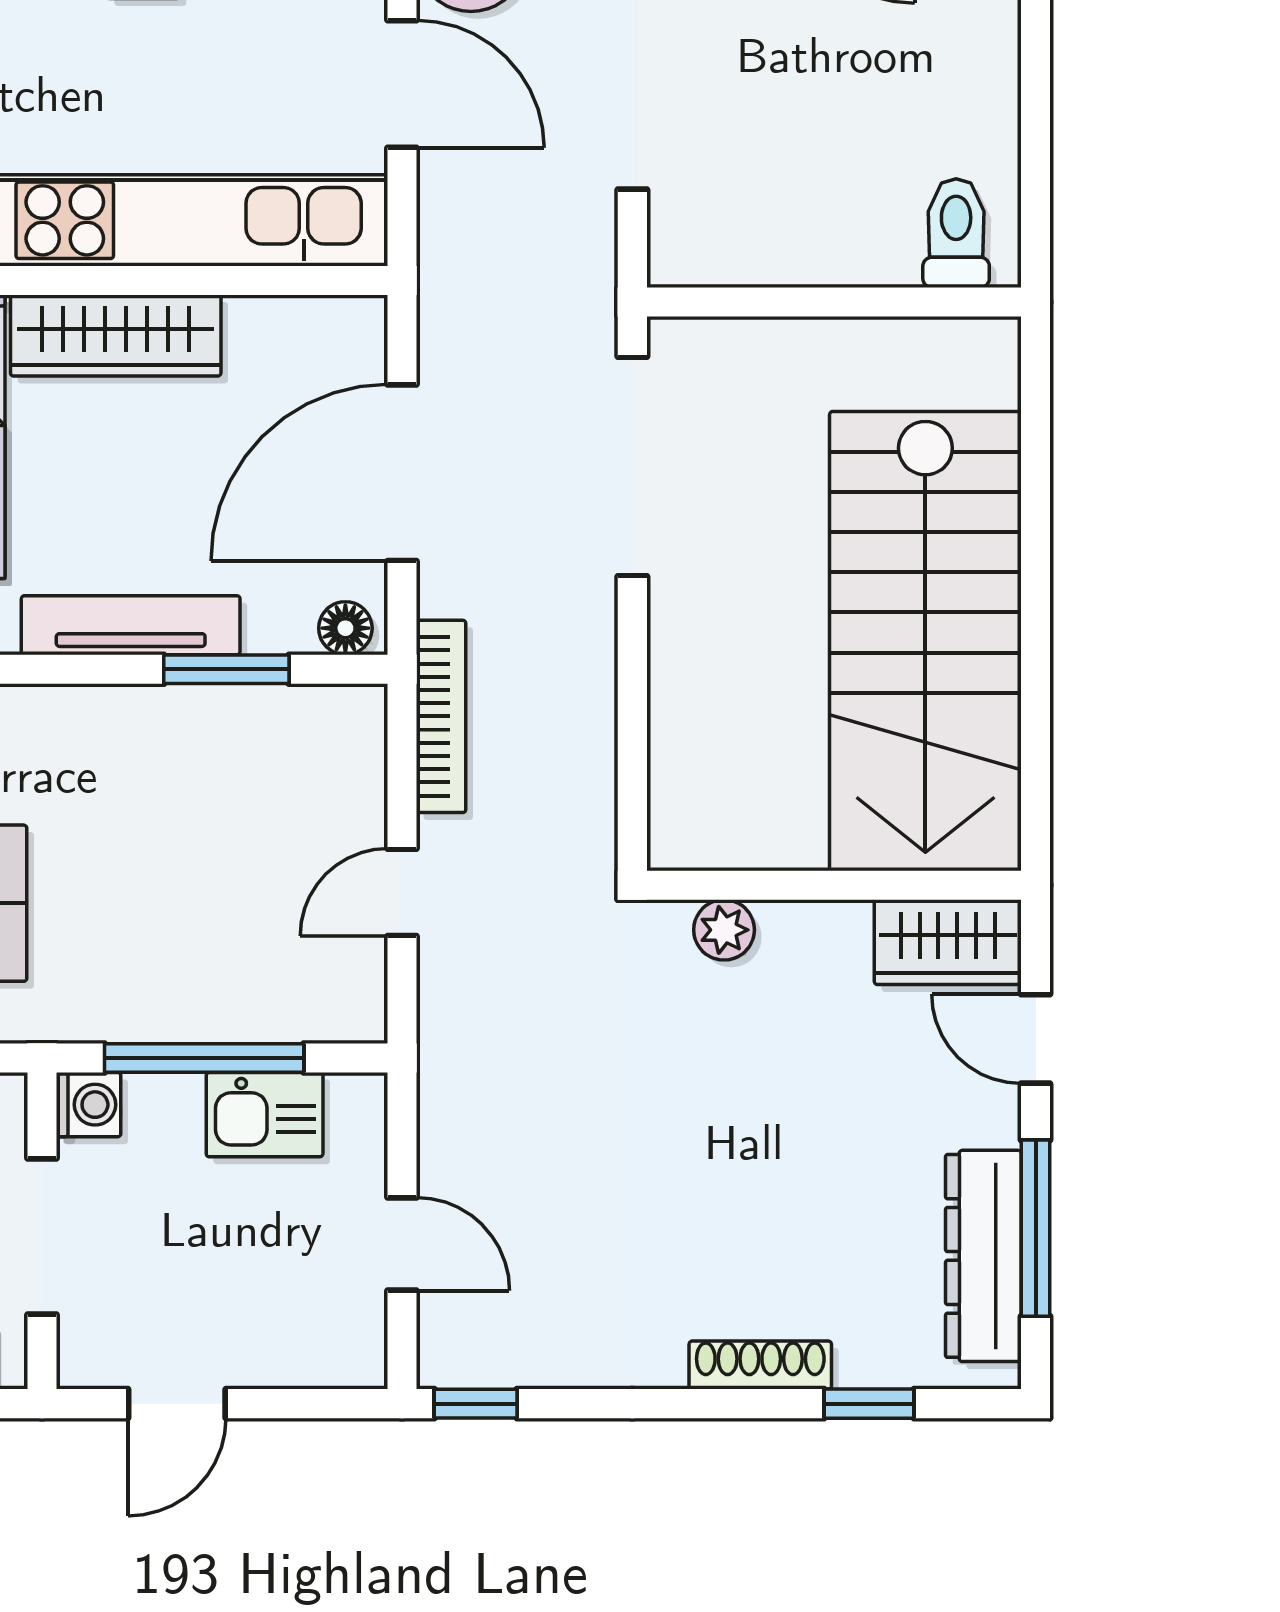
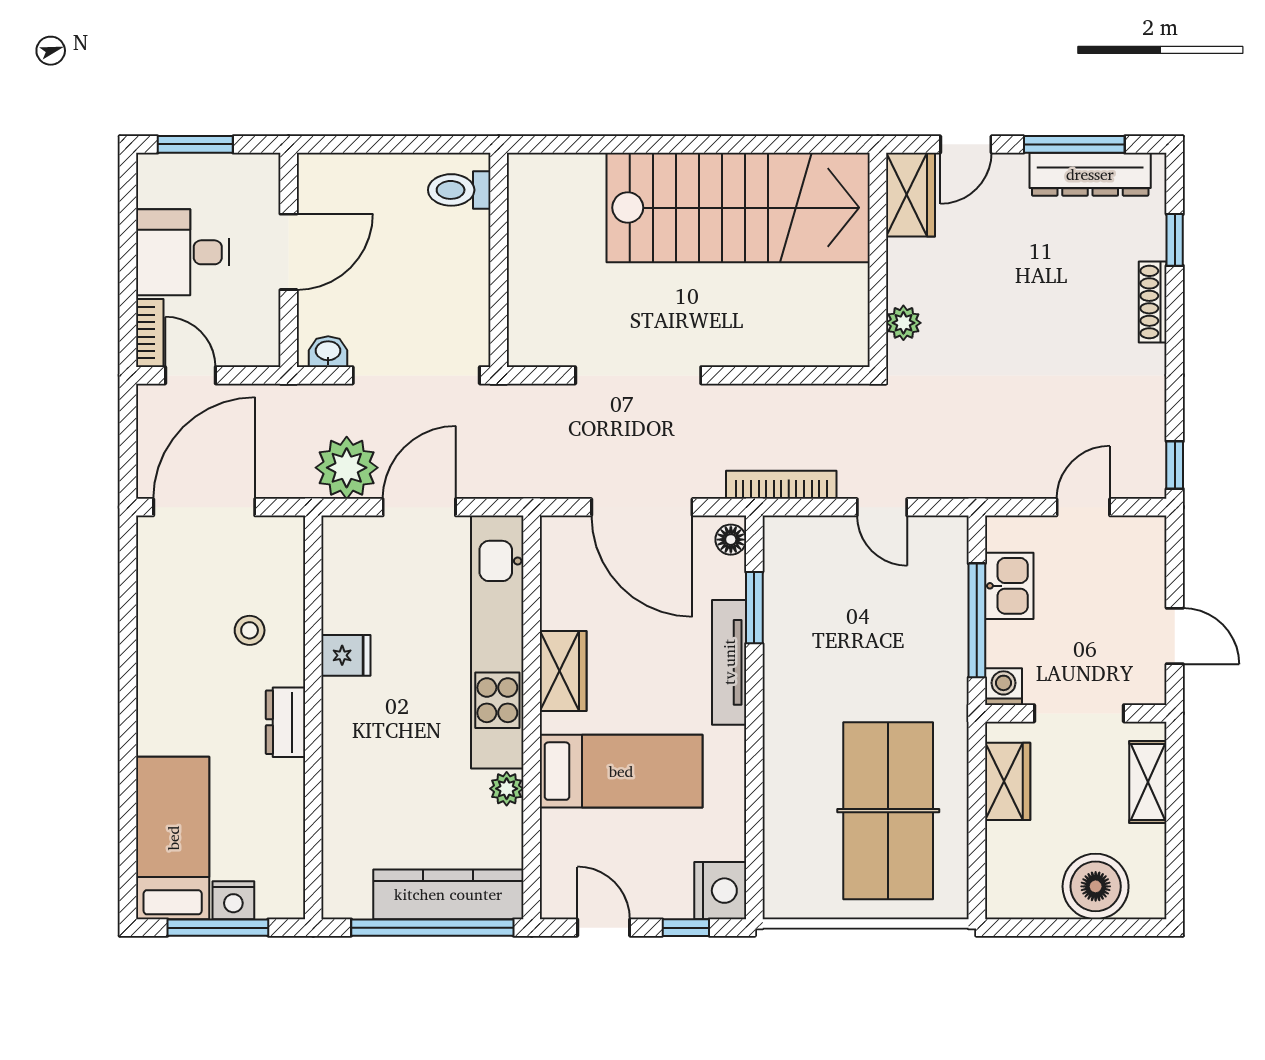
toilet: (956, 233) -> (459, 190), moved
wall: (834, 302) -> (499, 260), moved
wardrobe: (116, 335) -> (563, 671), width x0.67

